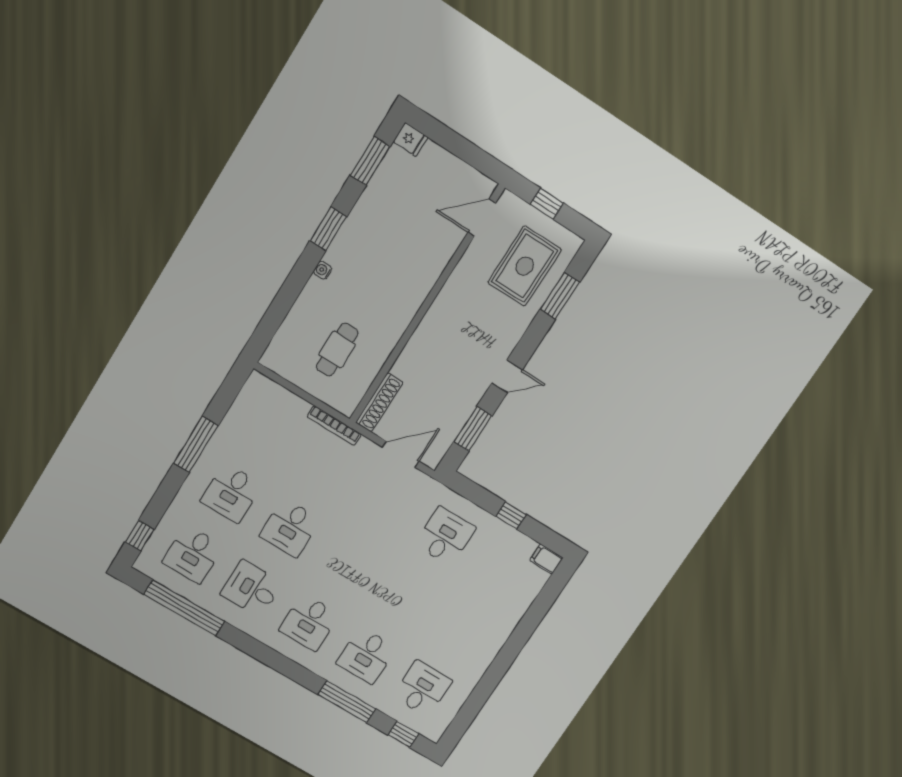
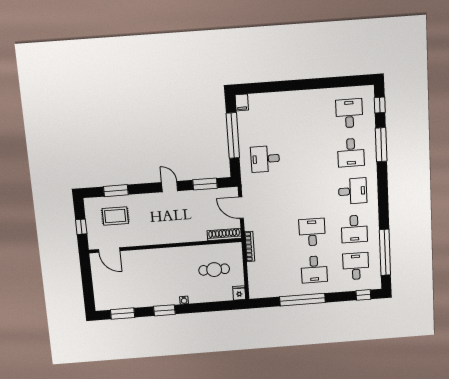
fridge: (410, 140) -> (239, 293), moved
rug: (525, 266) -> (115, 216), width x0.73, depth x0.70
window: (196, 444) -> (302, 300), width x1.46
desk: (231, 493) -> (314, 269), turned 90
window: (511, 515) -> (233, 135), width x3.17
desk: (290, 528) -> (312, 232), turned -90
desk: (193, 554) -> (356, 266), turned -90
desk: (366, 656) -> (351, 153), turned 90
desk: (422, 688) -> (349, 113), turned 90

